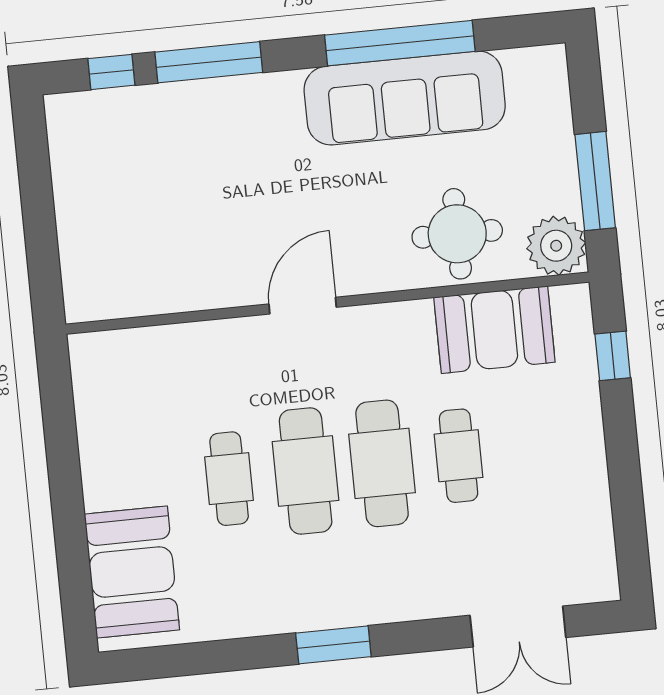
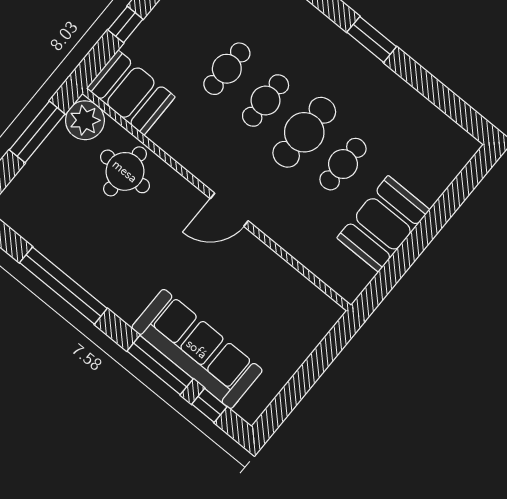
sofa: (405, 98) -> (197, 349), moved
booth: (494, 330) -> (131, 93), moved
window: (613, 356) -> (125, 24), moved
cafe table: (382, 463) -> (266, 100), width x0.73, depth x0.74
booth: (132, 572) -> (383, 224), moved

